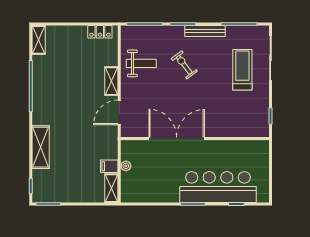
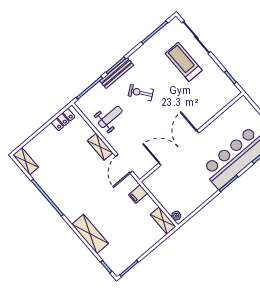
bench: (205, 31) -> (117, 73), moved
filing cabinet: (109, 166) -> (138, 194), moved
plant: (126, 166) -> (176, 216), moved

